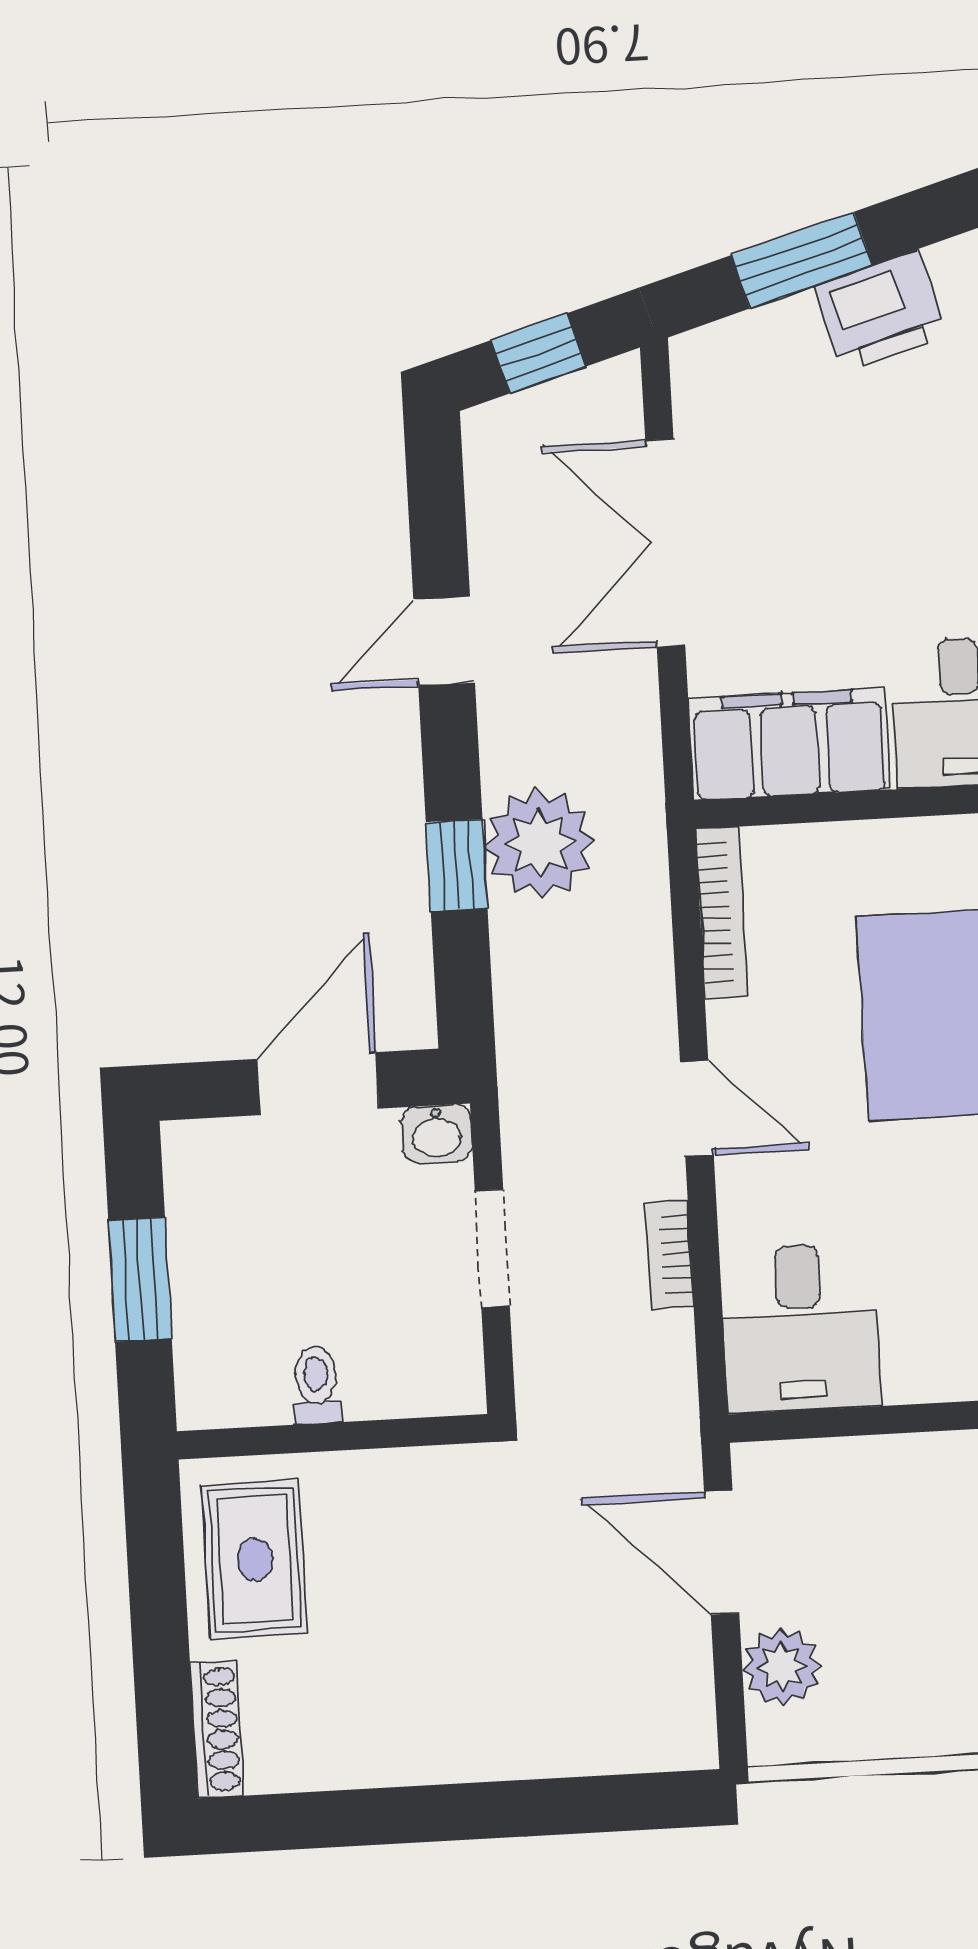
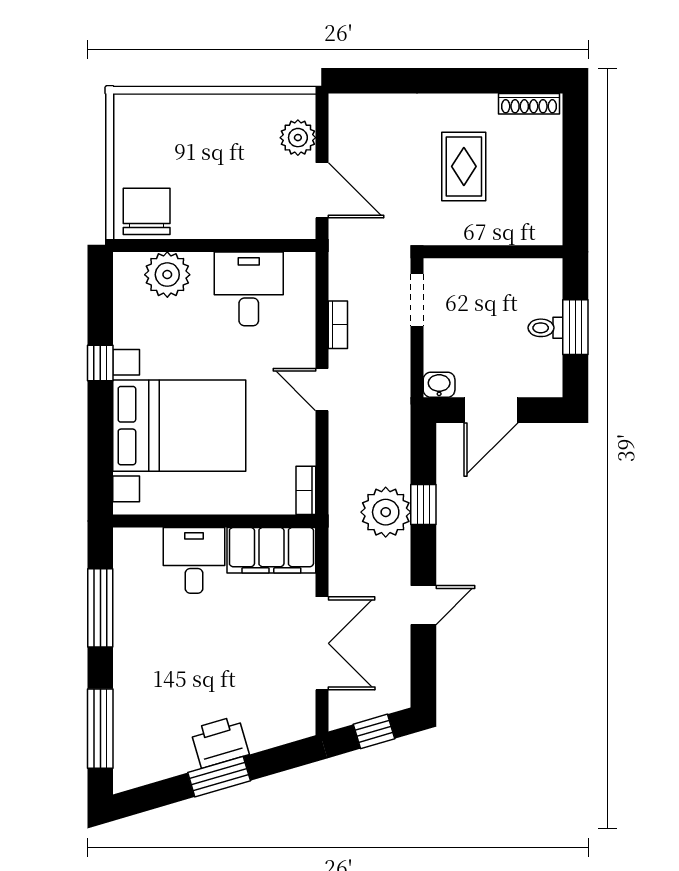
window: (802, 260) -> (219, 777), moved
bookcase: (722, 912) -> (306, 490), width x0.64
doorway: (492, 1248) -> (417, 300), moved
desk: (800, 1328) -> (249, 289), moved
toilet: (316, 1385) -> (545, 328), moved, turned 90
rug: (255, 1559) -> (464, 166), moved
shoe rack: (217, 1729) -> (529, 104), moved, turned -90

